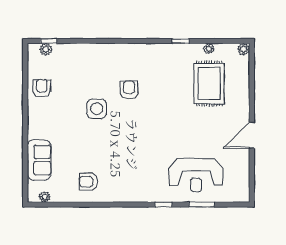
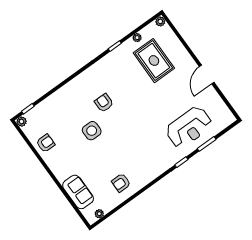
plant: (46, 49) -> (22, 122), moved
armchair: (42, 88) -> (46, 143), turned 90

